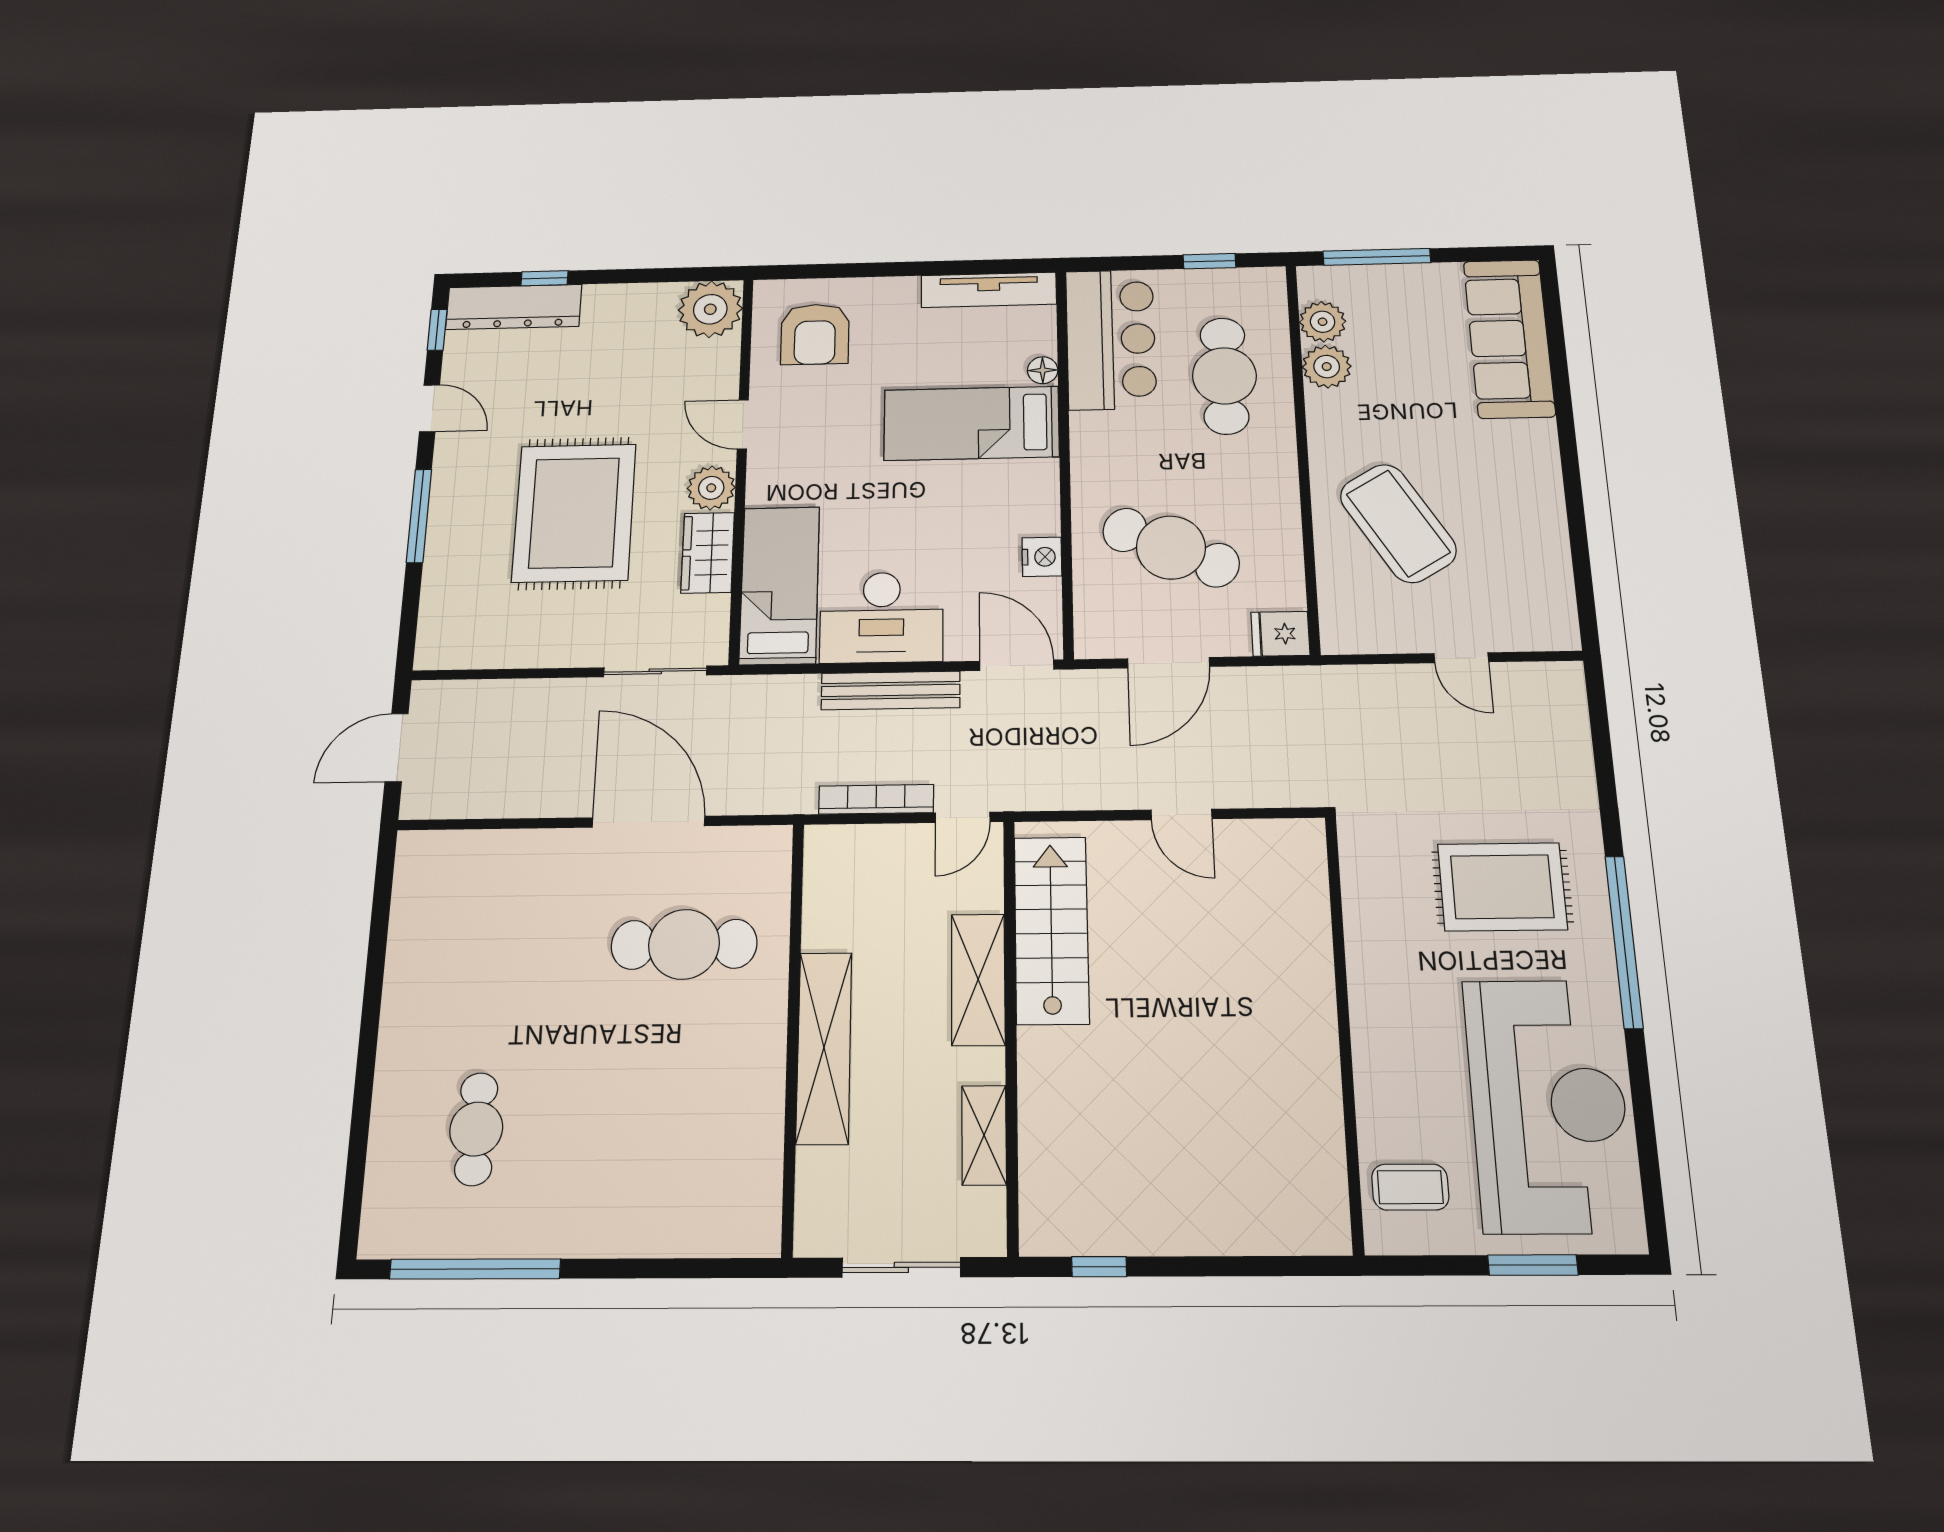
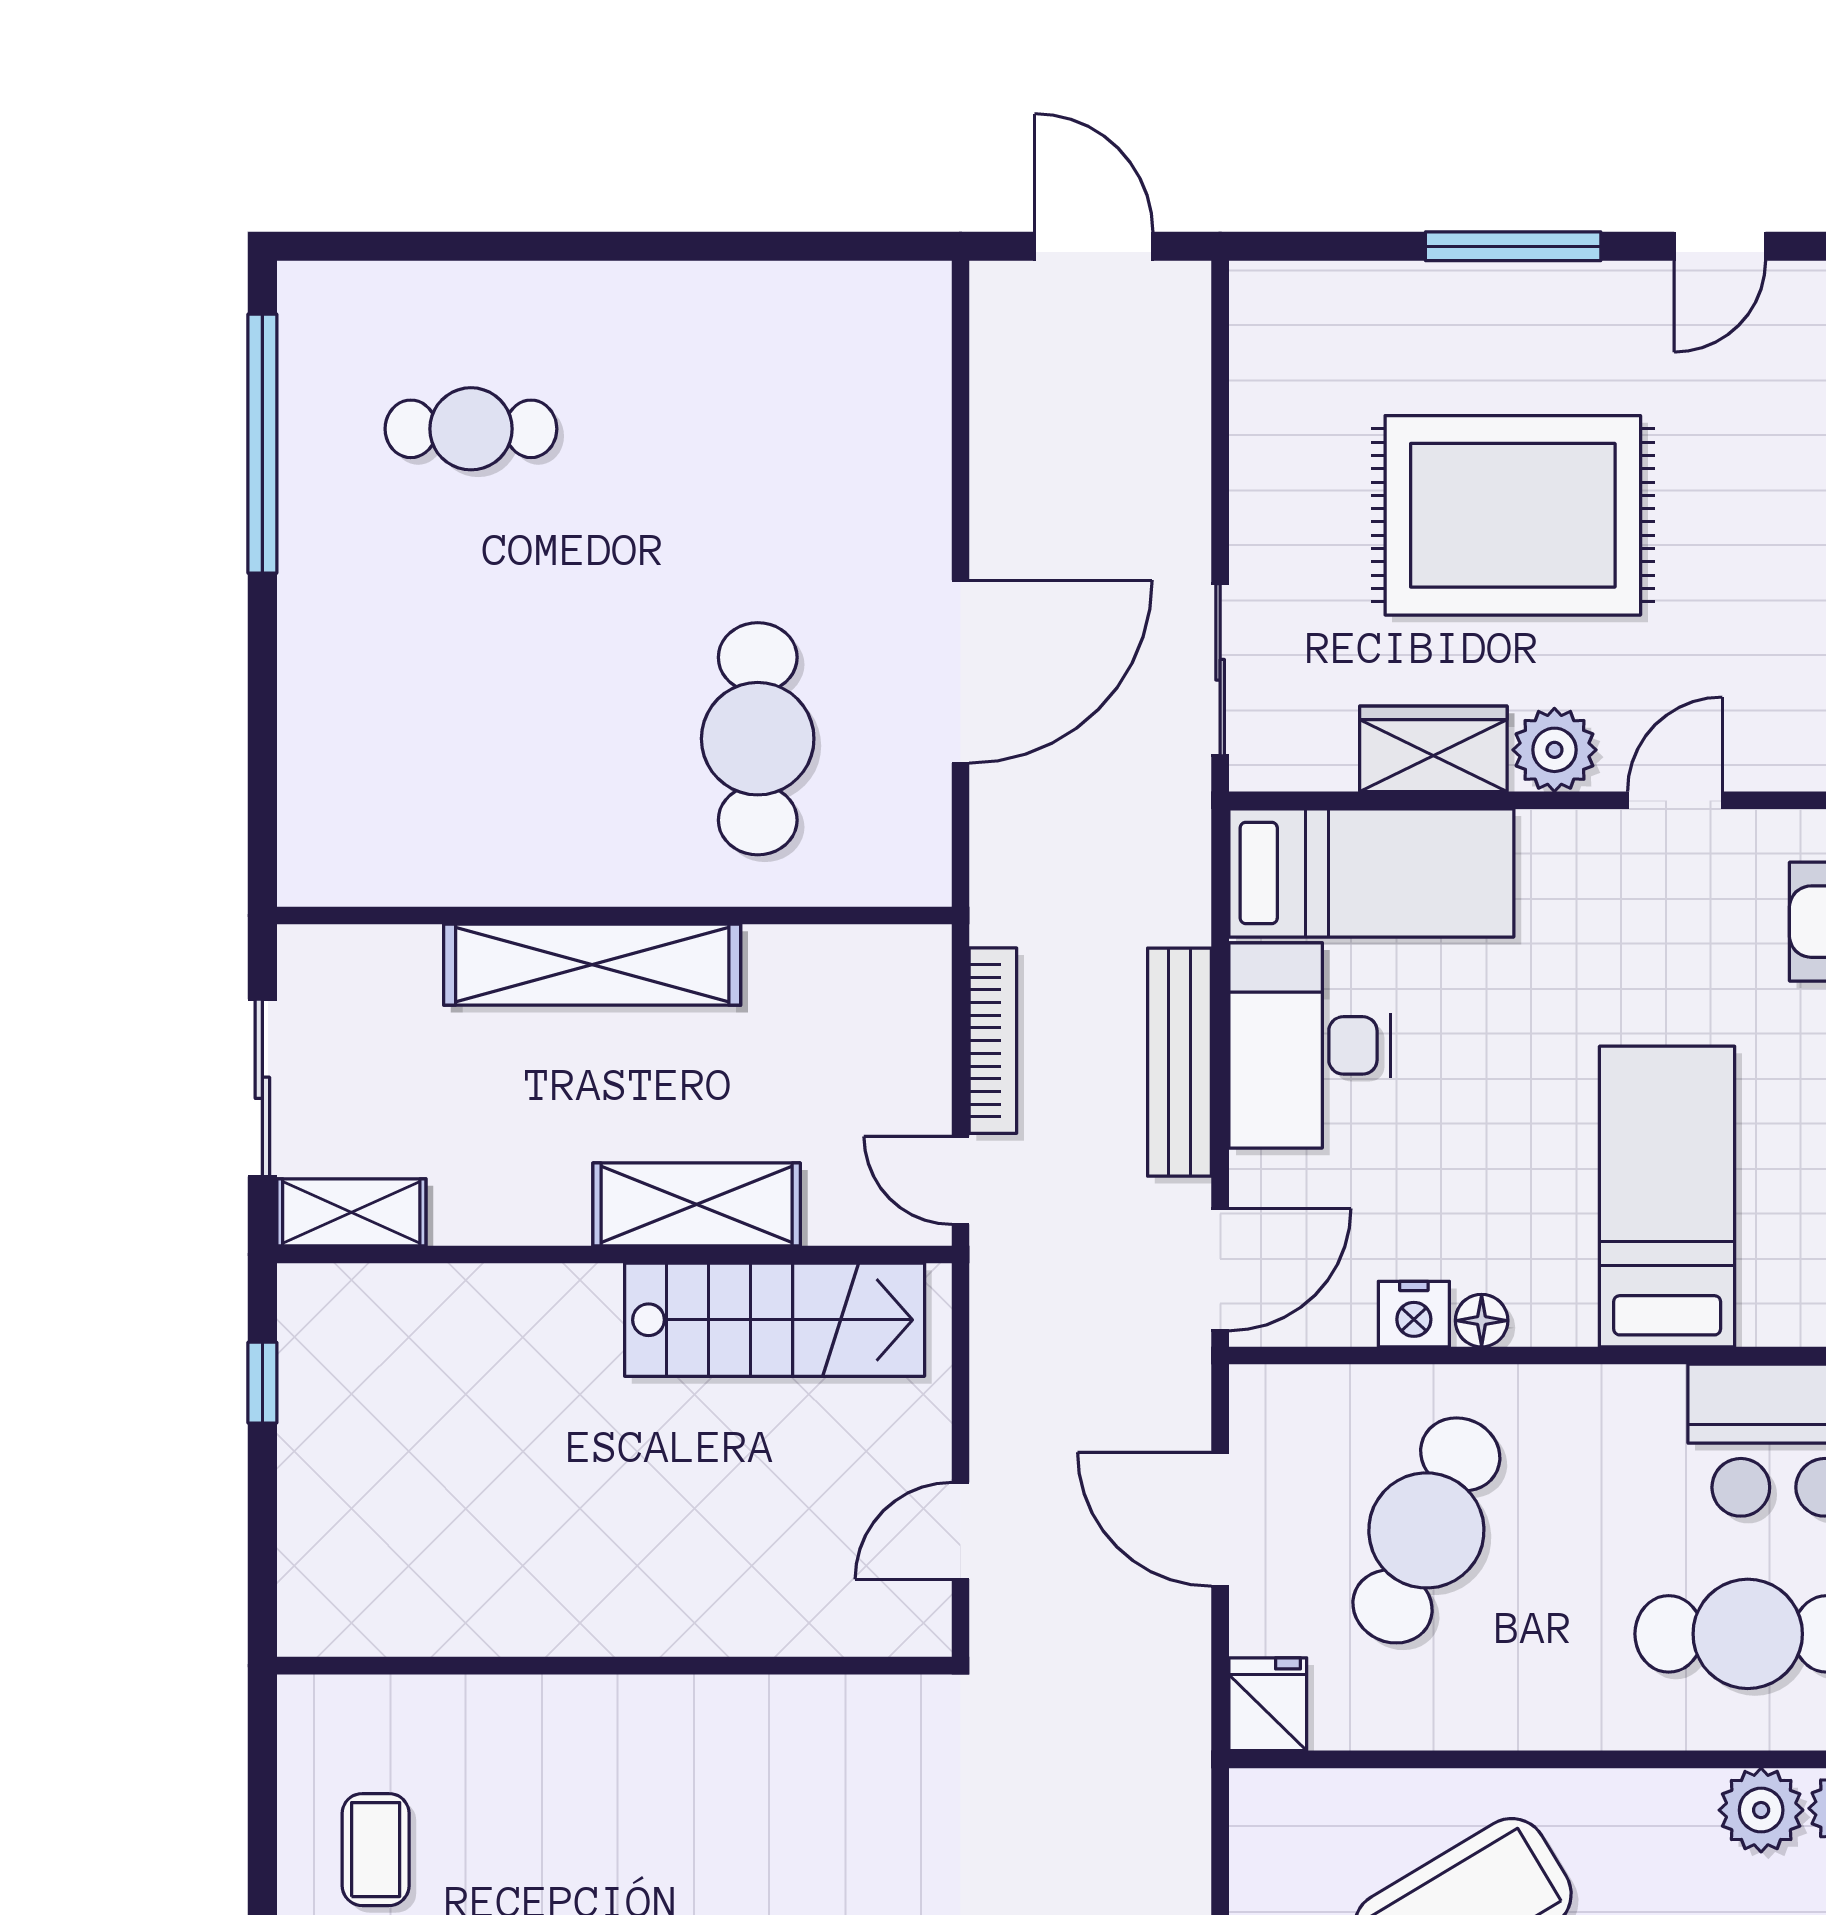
floor lamp: (1043, 370) -> (1482, 1321), moved
wall: (1344, 1029) -> (614, 1666), moved
shelving: (984, 1135) -> (351, 1212), moved

